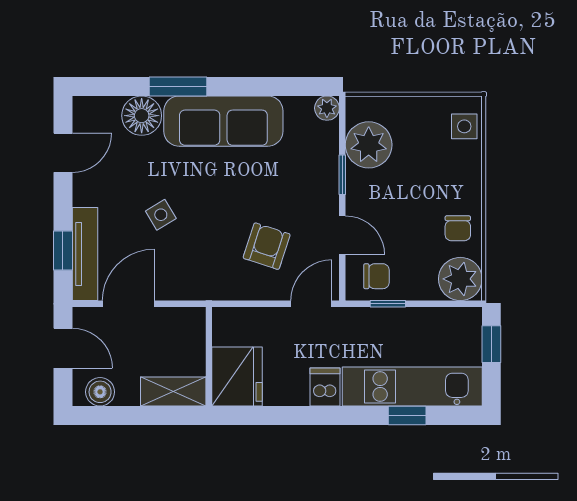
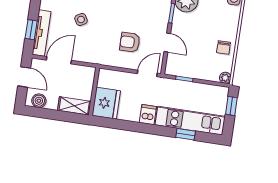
armchair: (267, 246) -> (130, 42), turned -108
chair: (376, 276) -> (181, 65), removed
plant: (460, 279) -> (225, 78), width x0.53, depth x0.53

